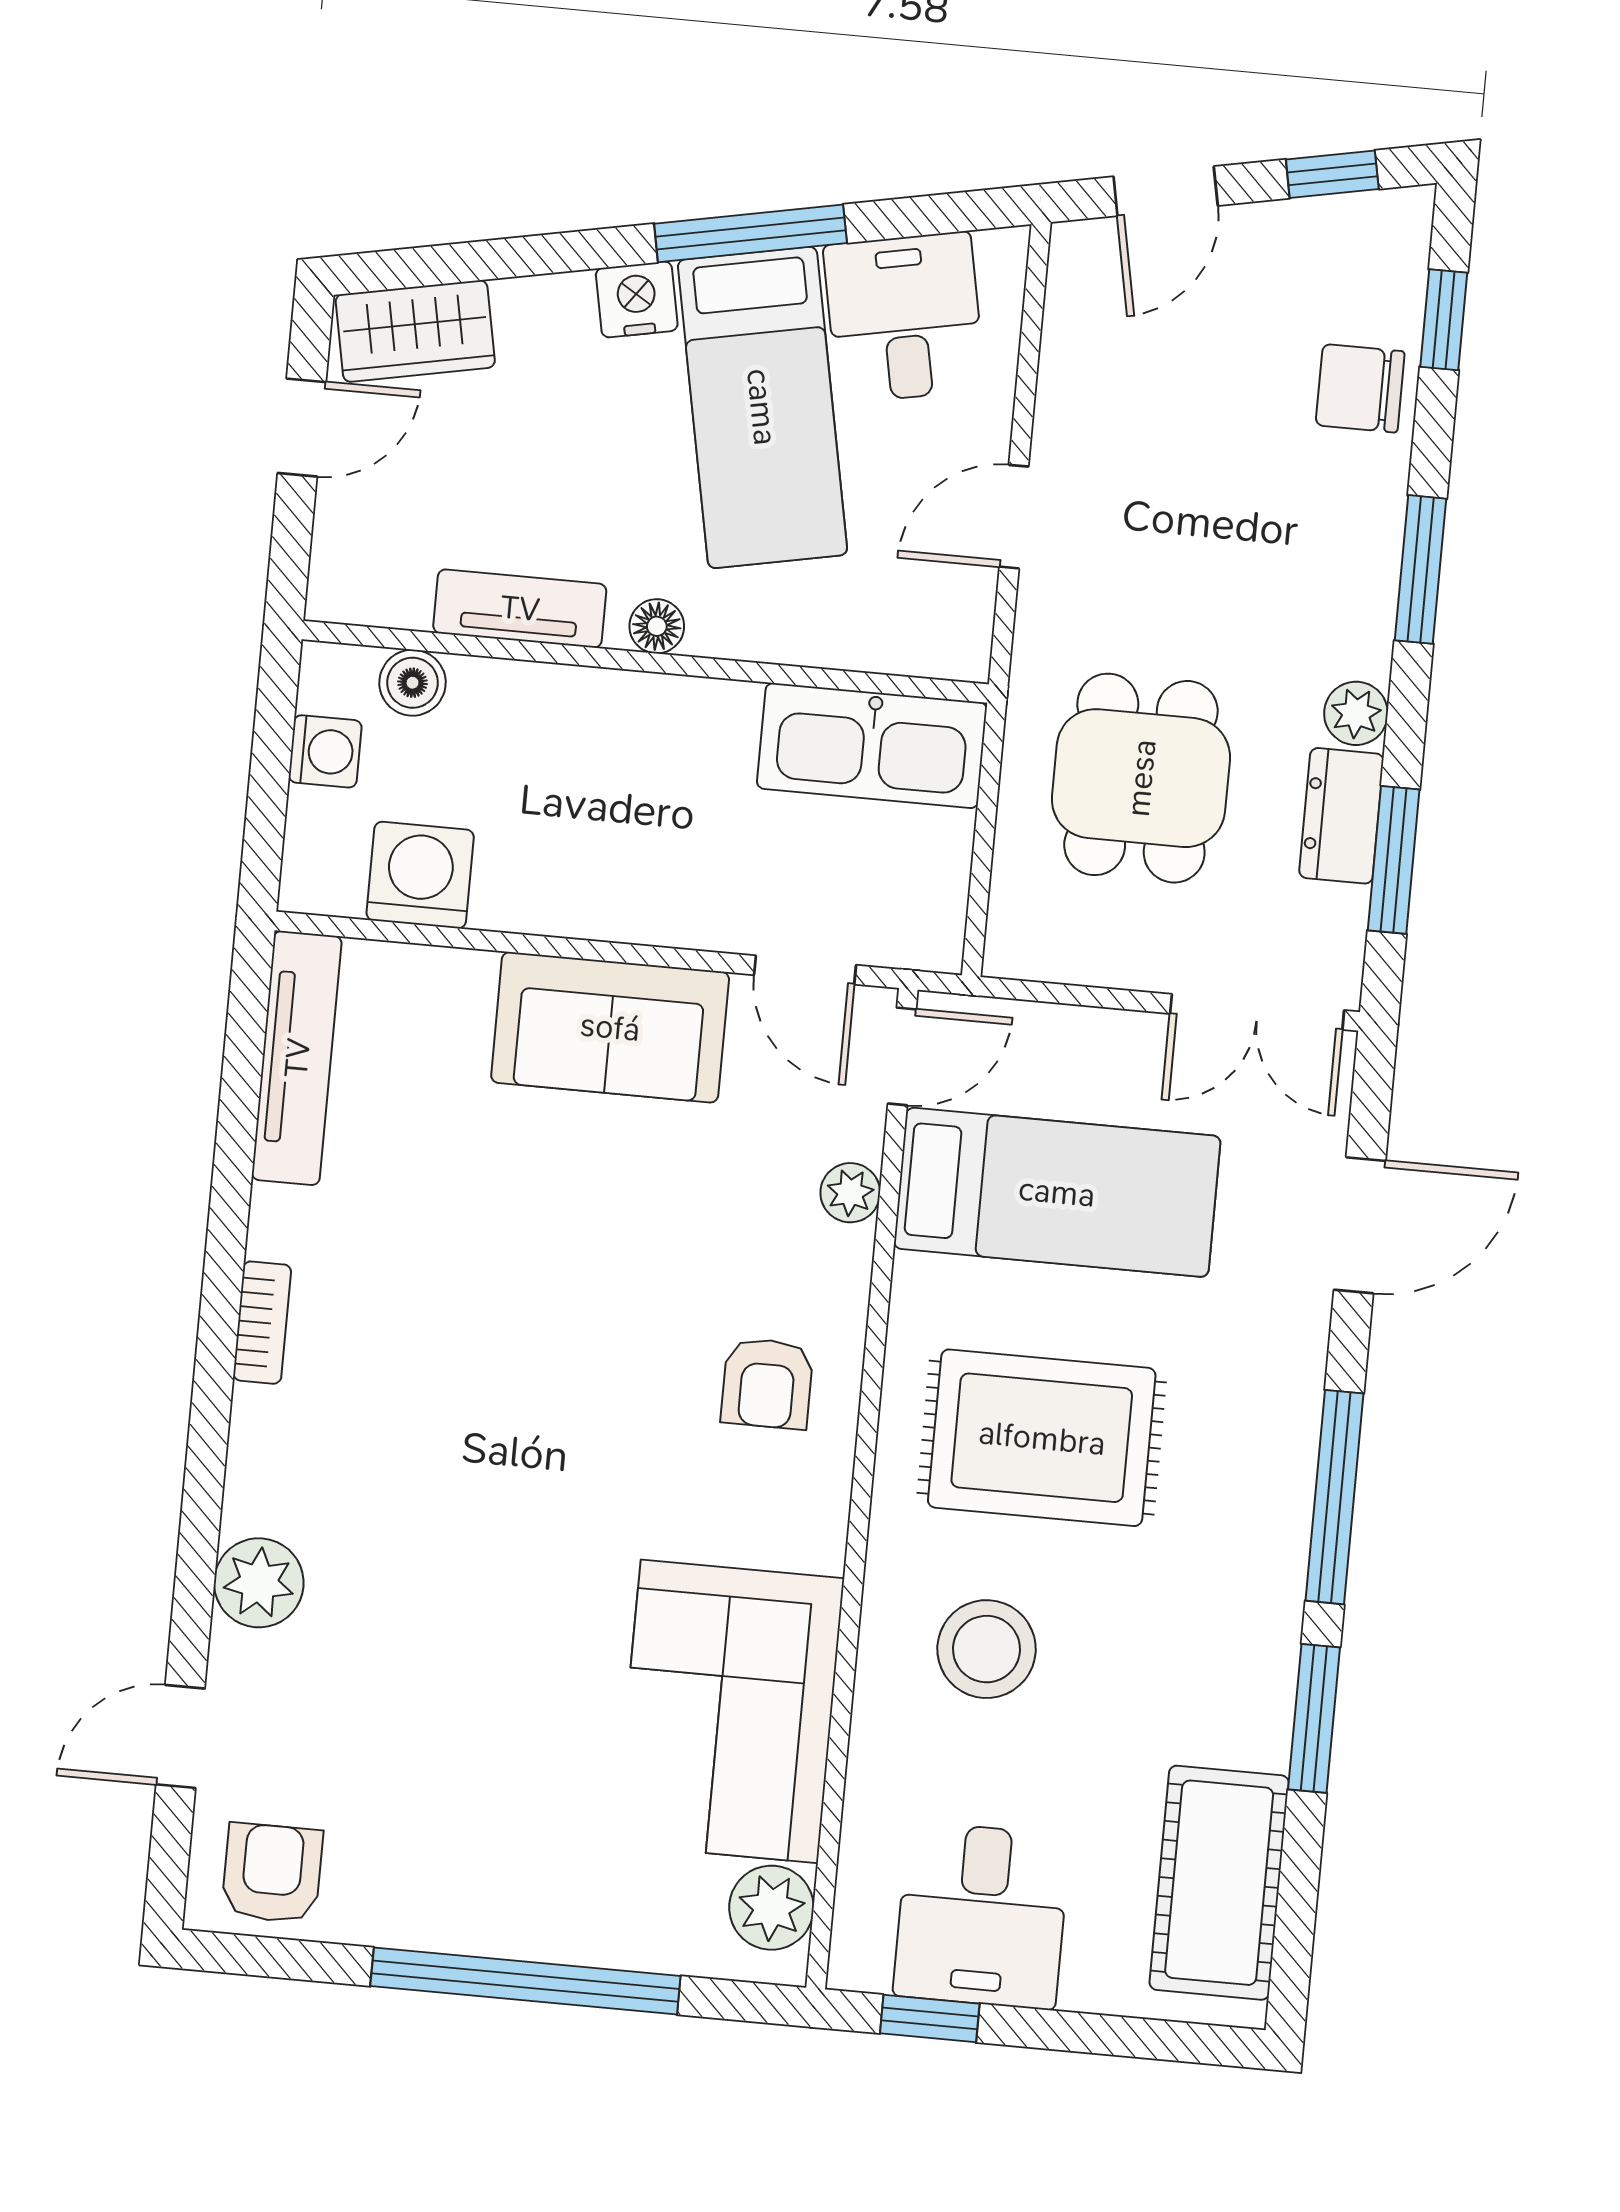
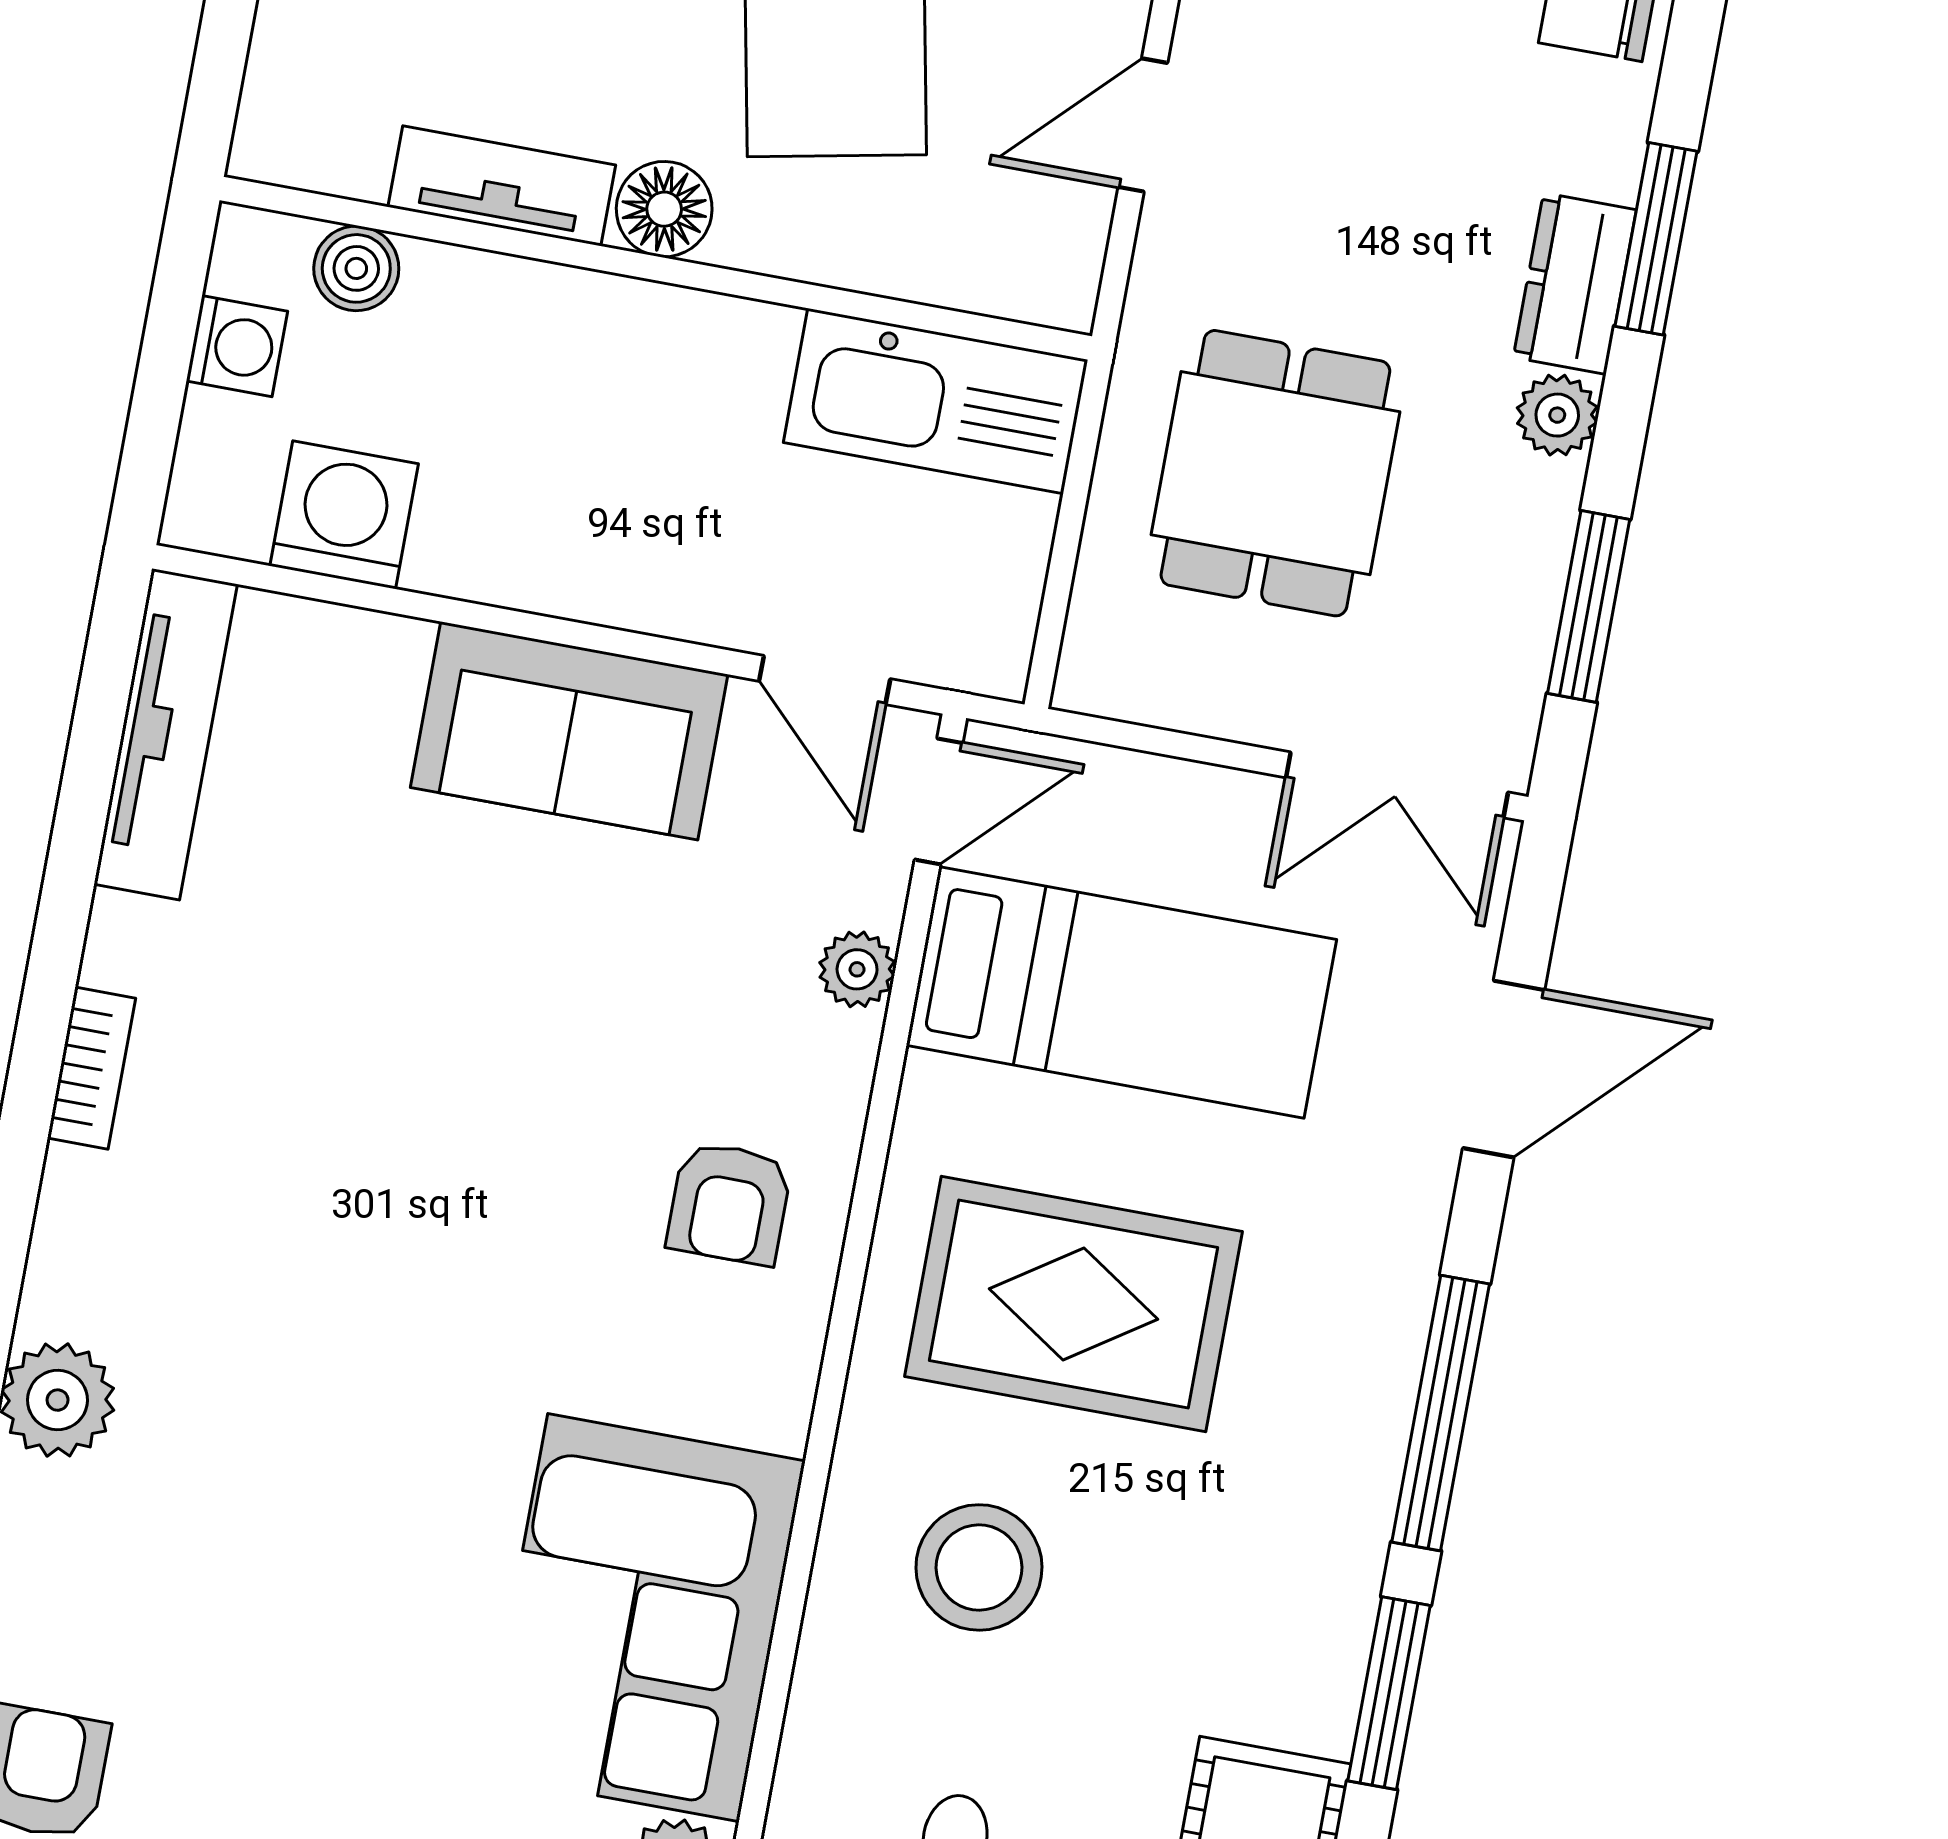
floor lamp: (657, 626) -> (664, 209), width x1.37, depth x1.37
dresser: (1341, 816) -> (1575, 284), moved

